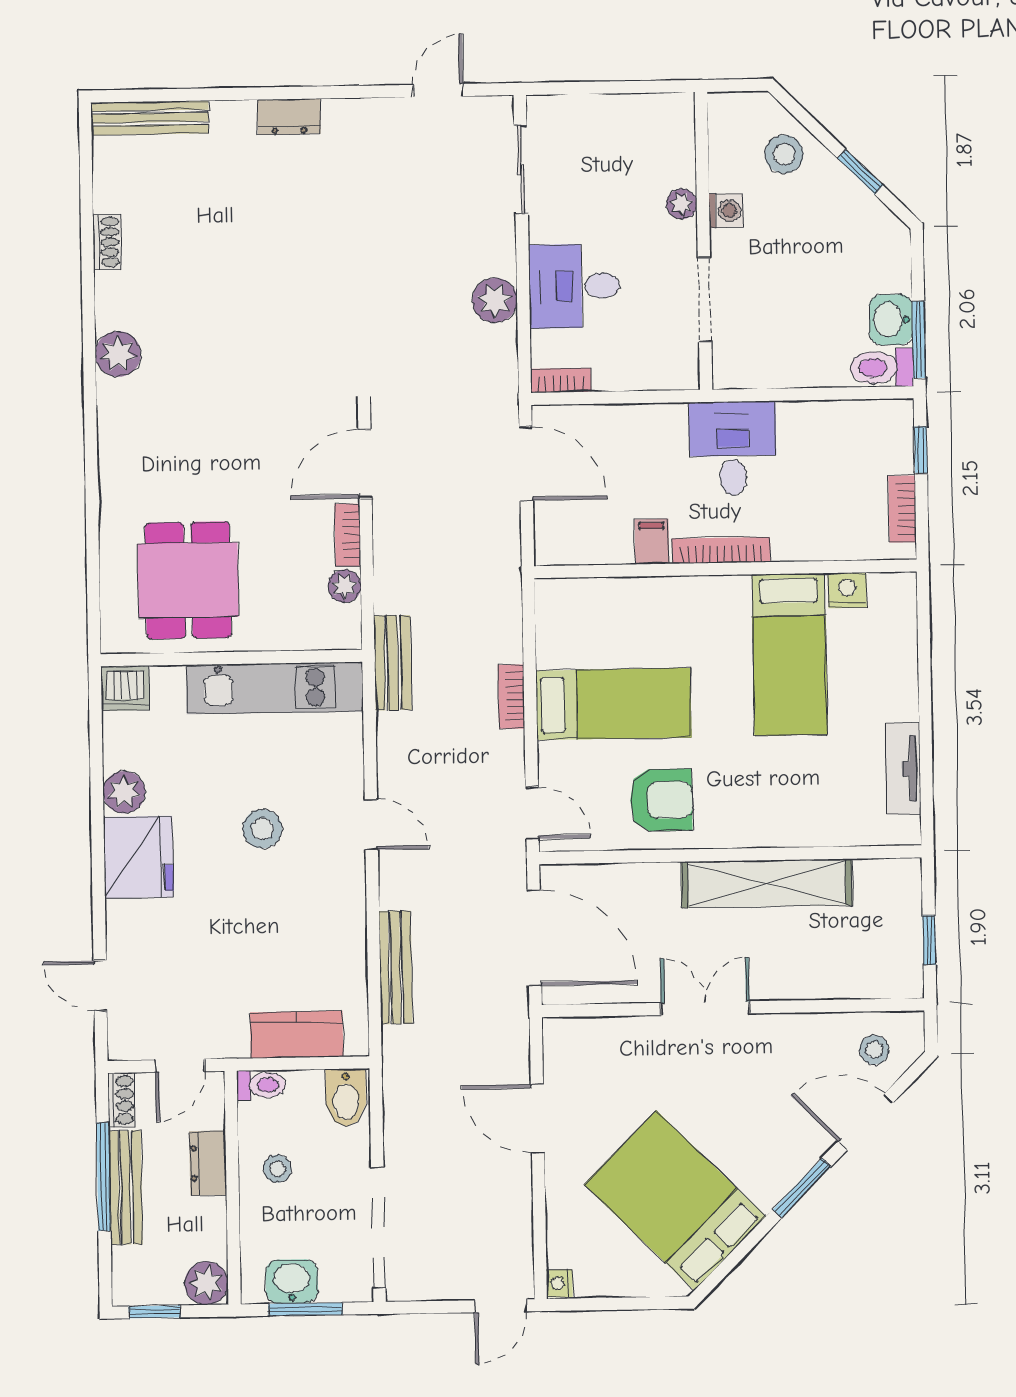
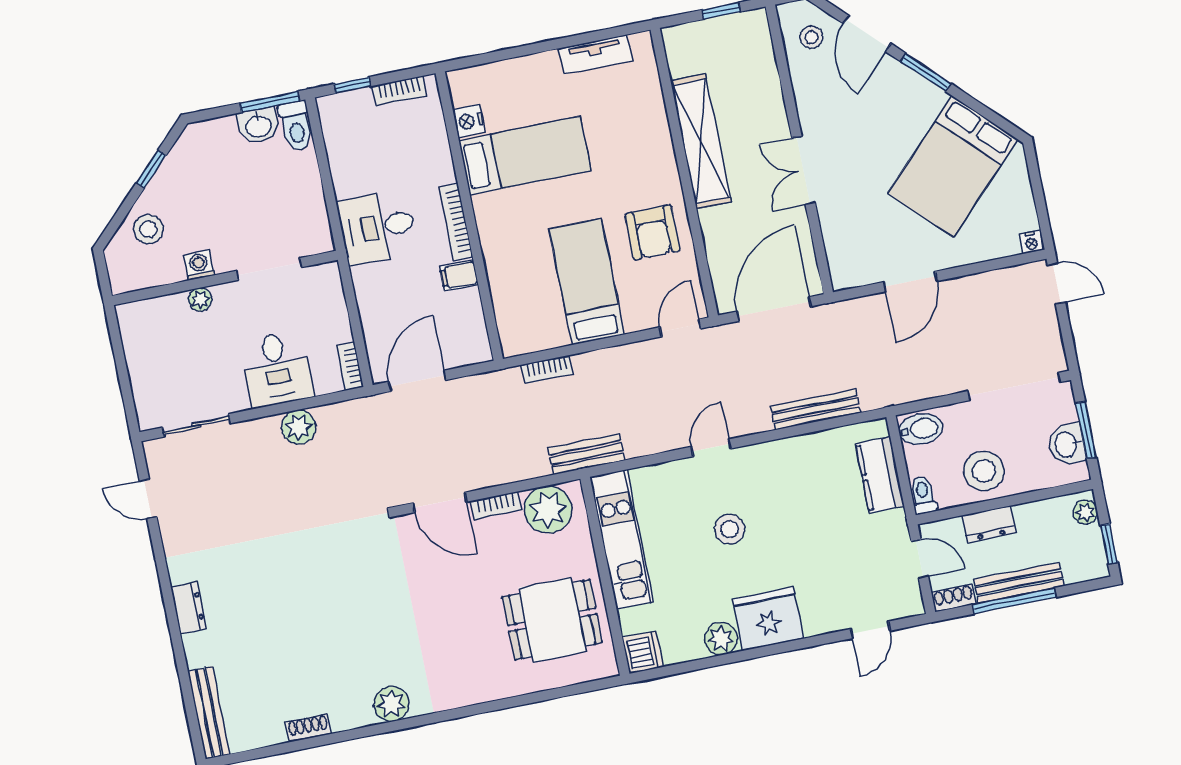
plant: (345, 586) -> (548, 510), width x1.88, depth x1.88
bookcase: (511, 697) -> (547, 369), moved
armchair: (661, 800) -> (653, 232), turned 180
stool: (277, 1169) -> (984, 471), width x1.89, depth x1.89
plant: (206, 1283) -> (1085, 512), width x0.73, depth x0.73

